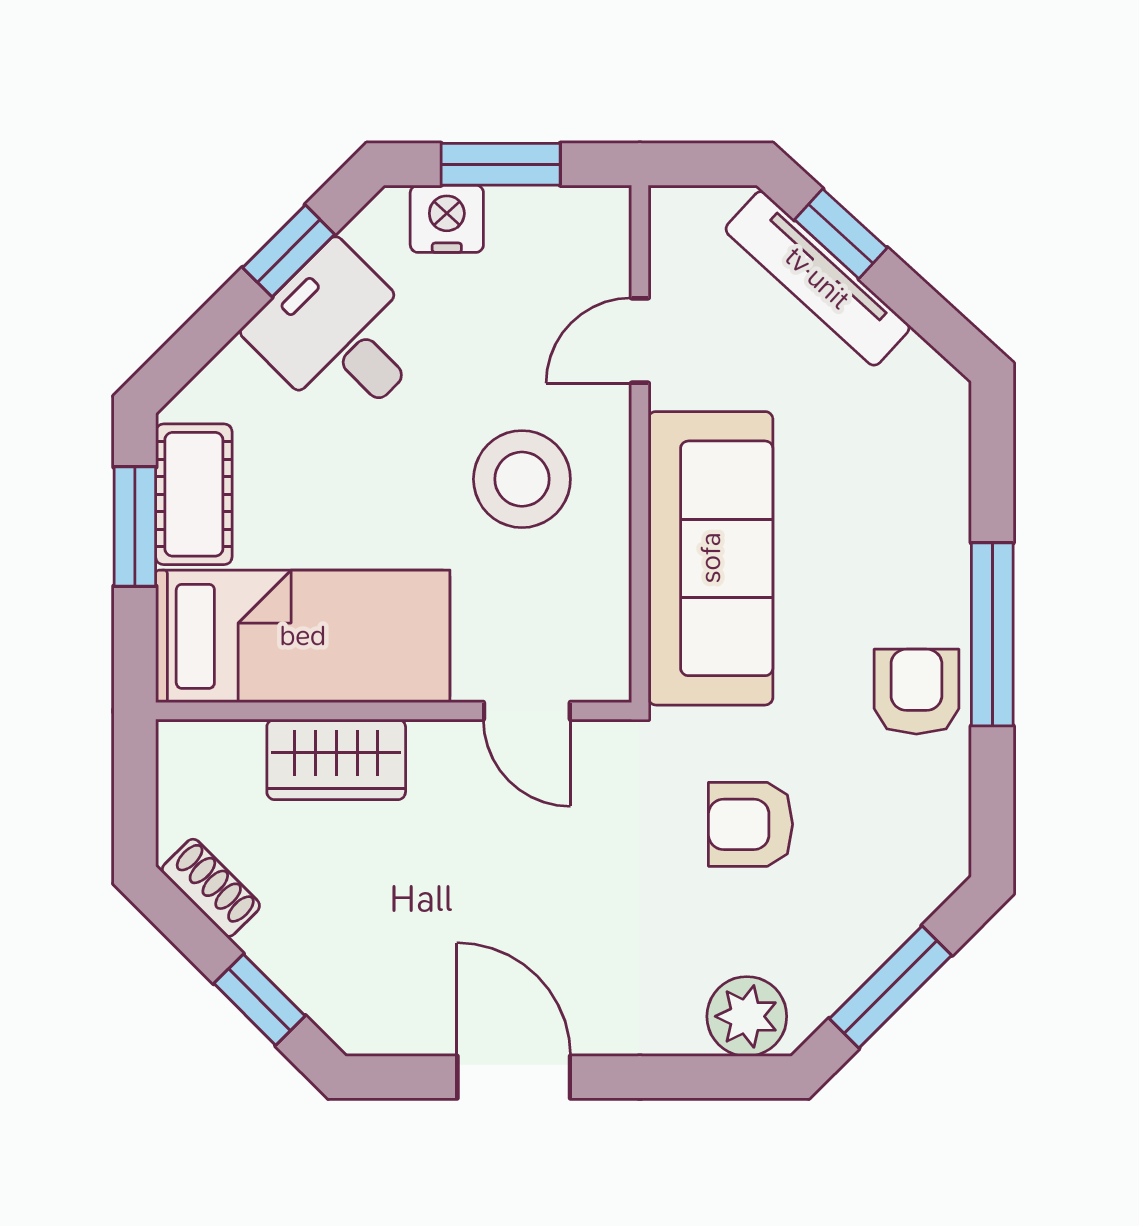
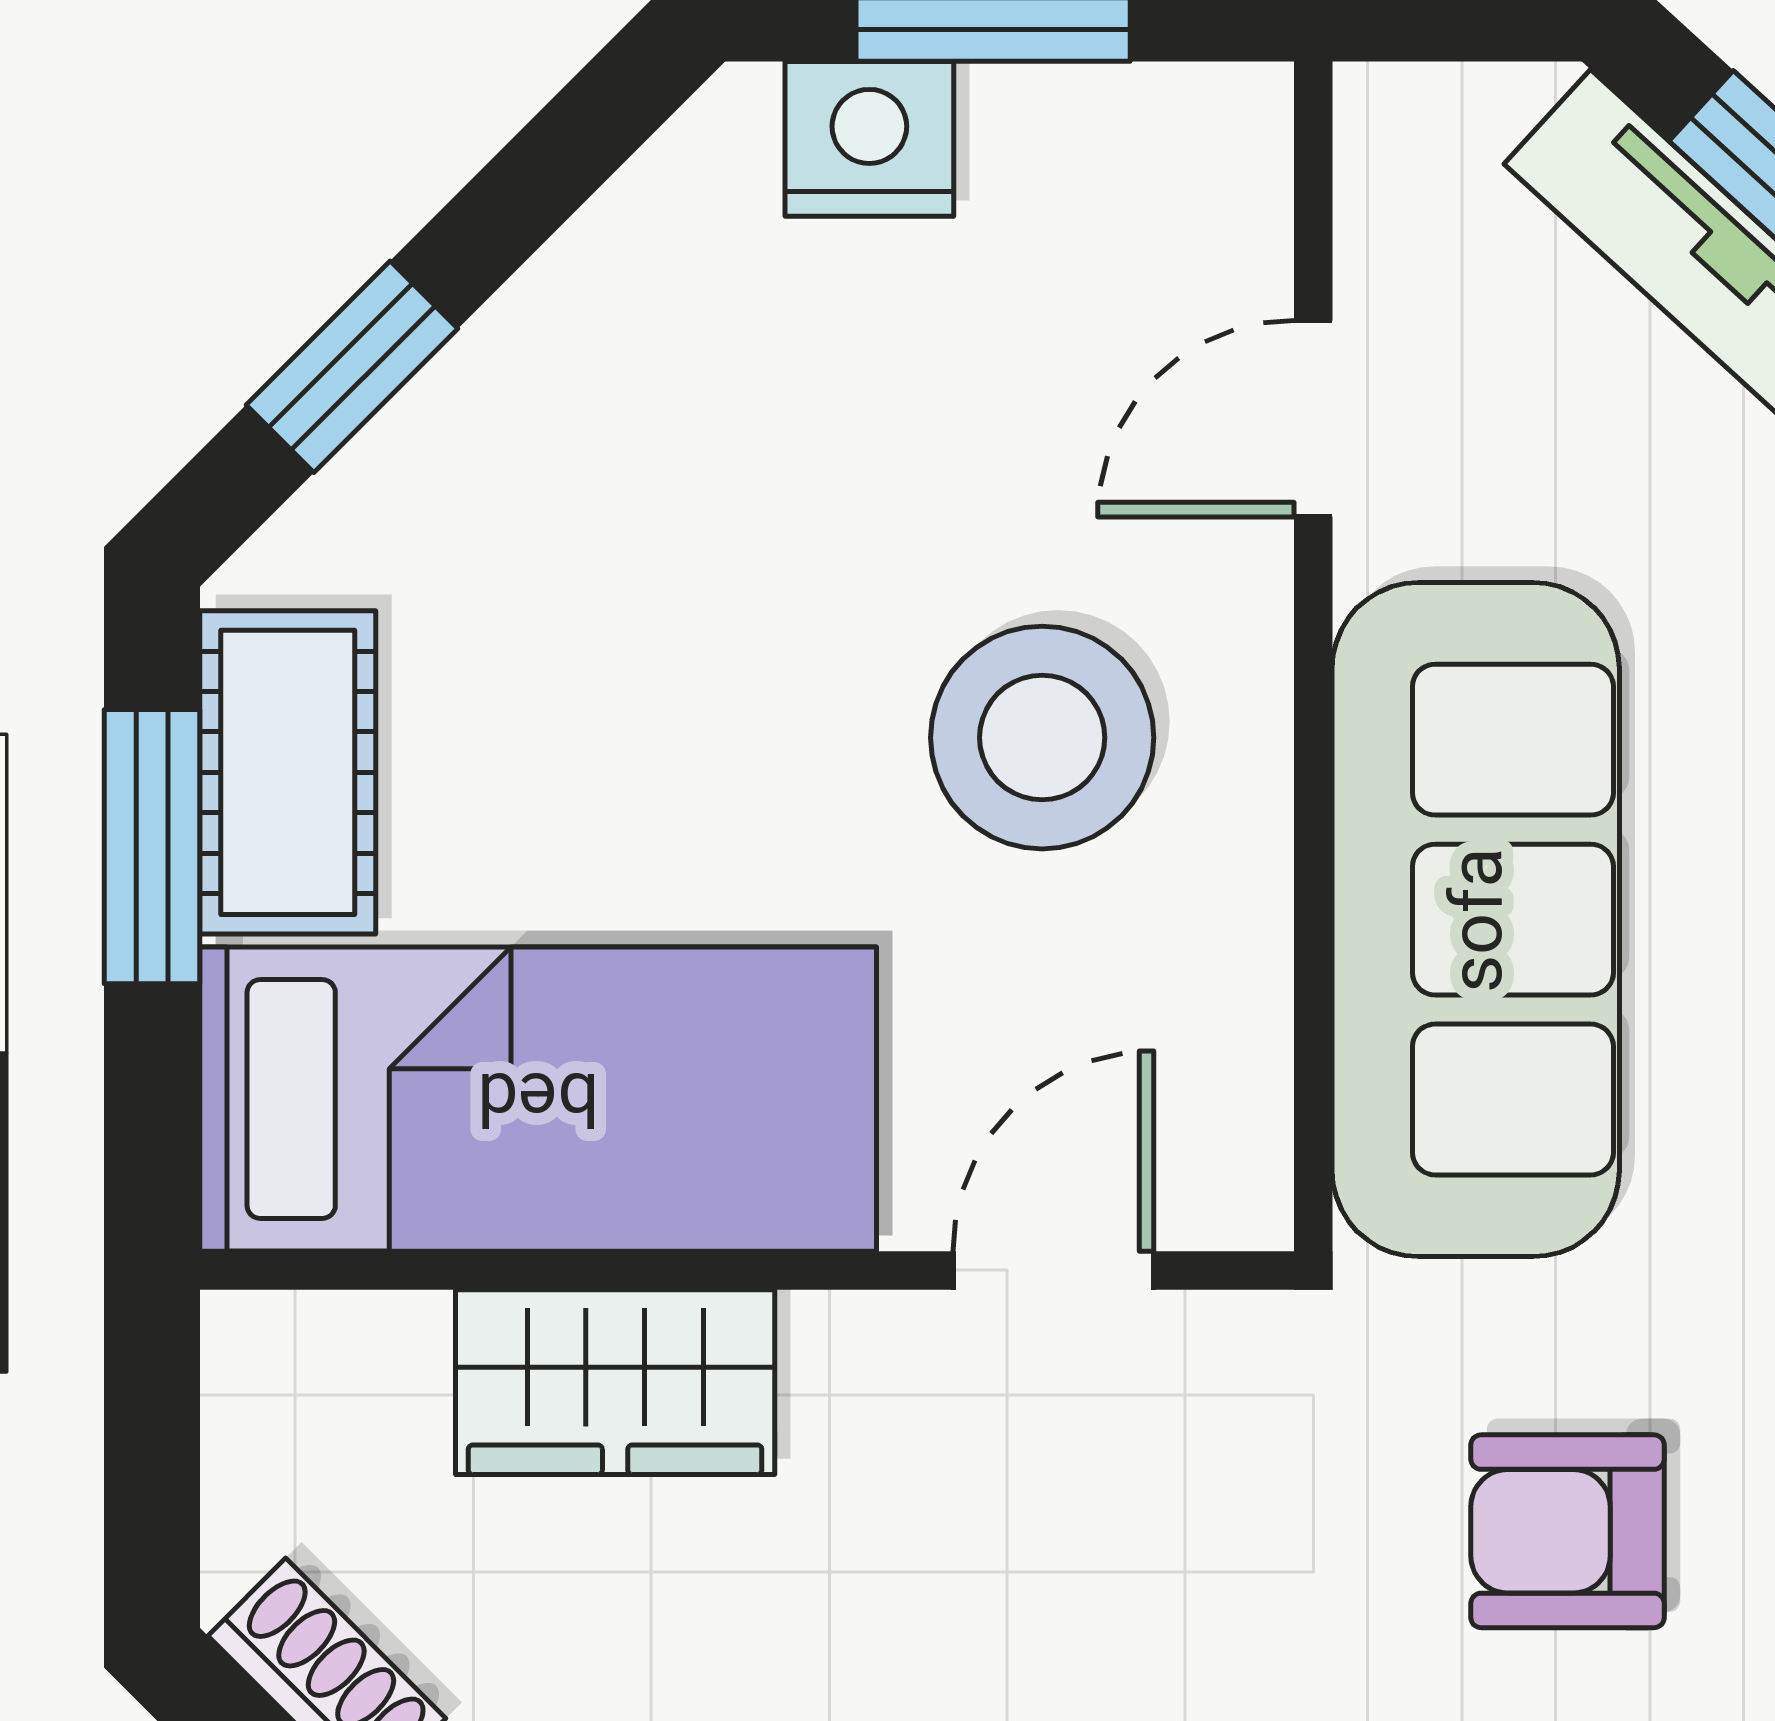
window: (289, 251) -> (352, 367), moved
desk: (339, 336) -> (622, 408), removed
door: (527, 711) -> (1053, 1270), swing flipped

